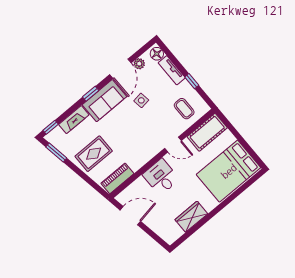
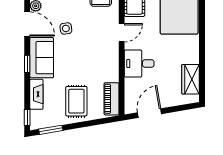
wardrobe: (191, 217) -> (191, 79), moved

